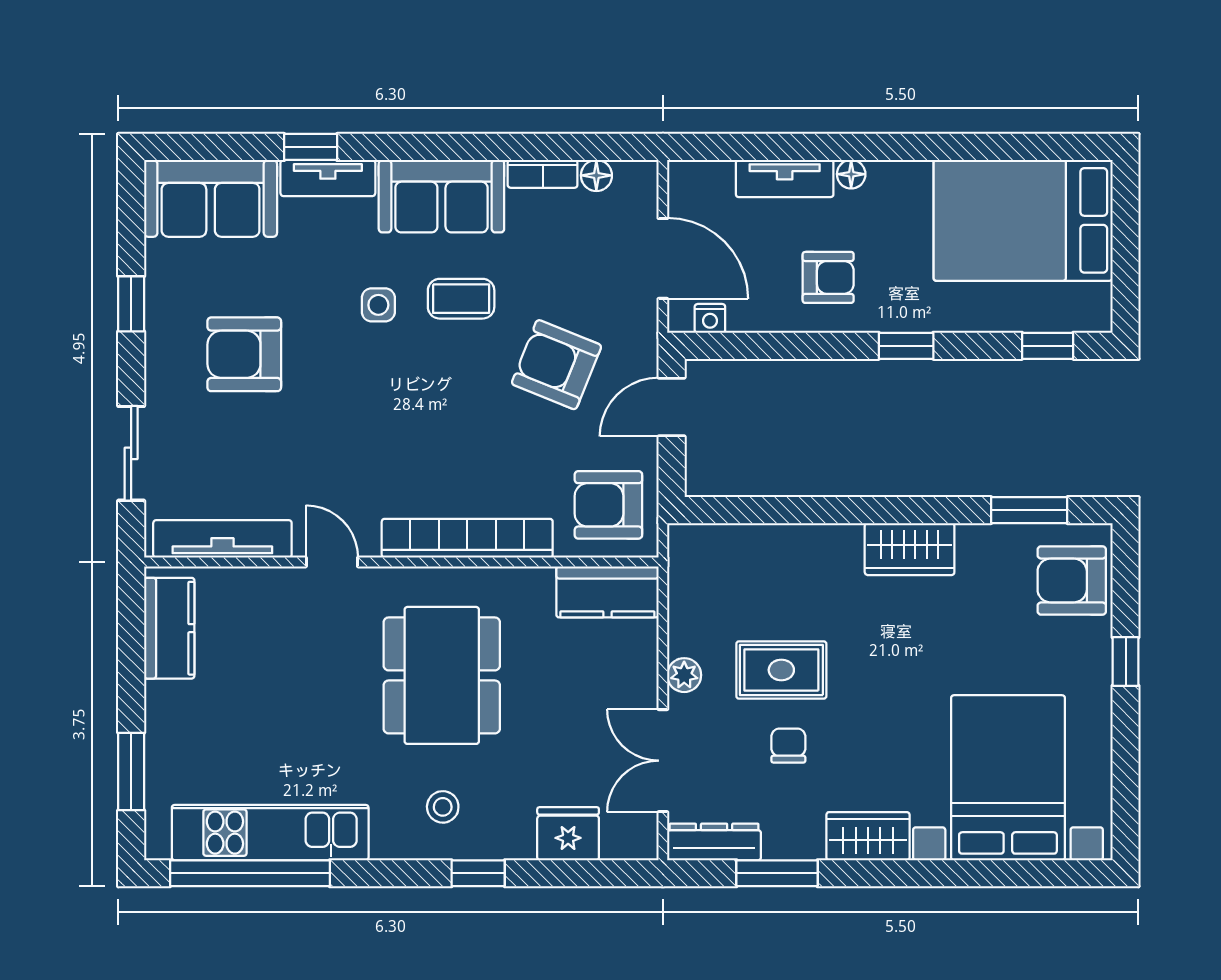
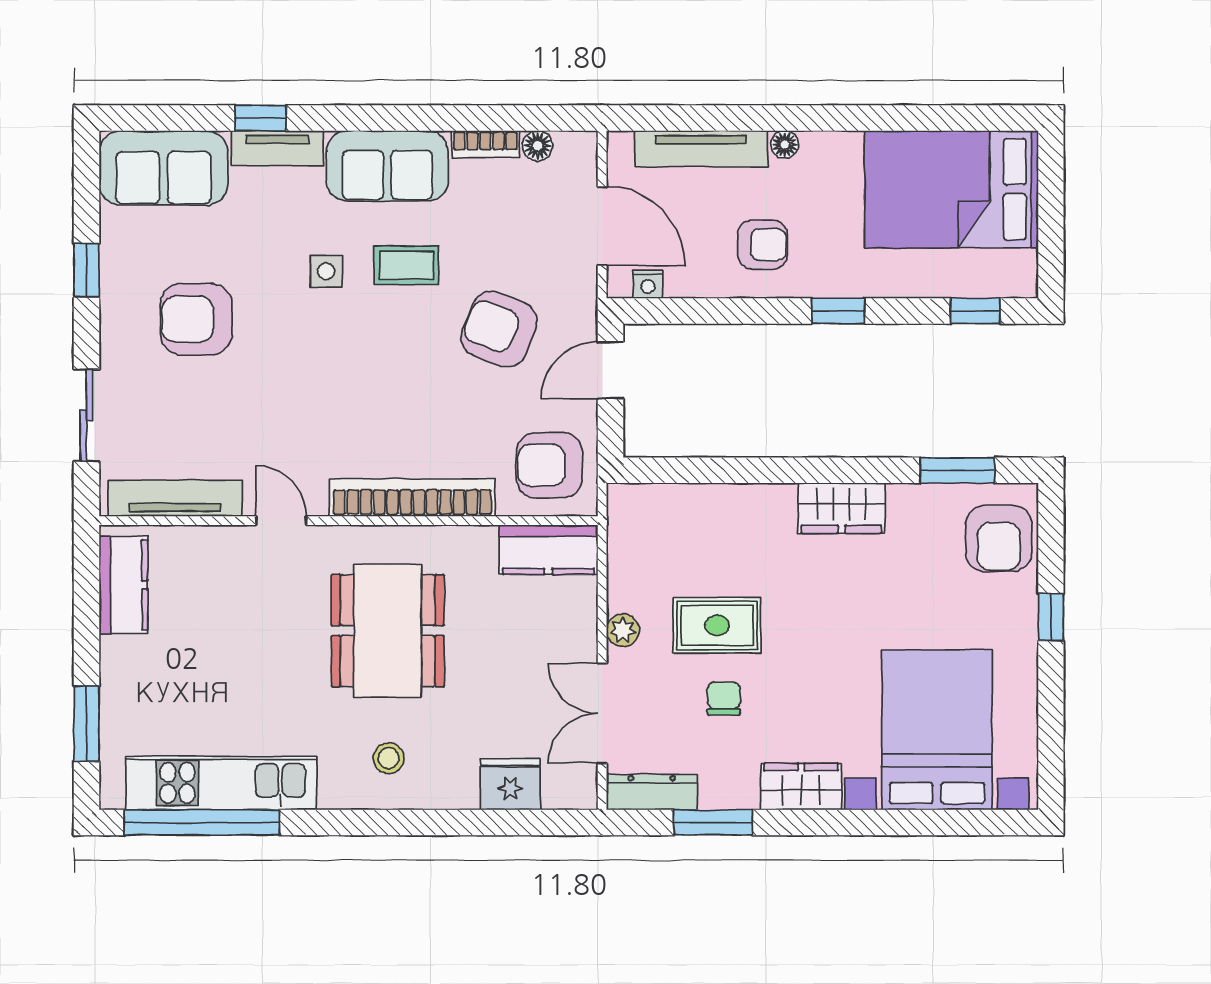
tv unit: (785, 179) -> (701, 149), width x1.41
armchair: (1072, 580) -> (999, 539), turned -90
window: (478, 873) -> (423, 822), removed

